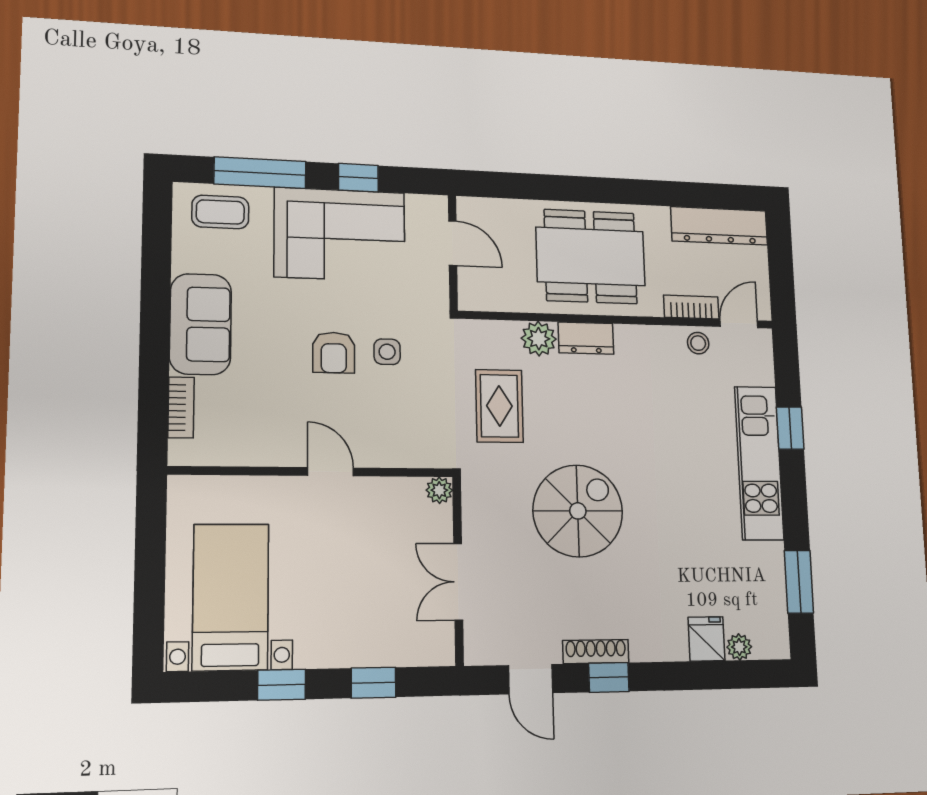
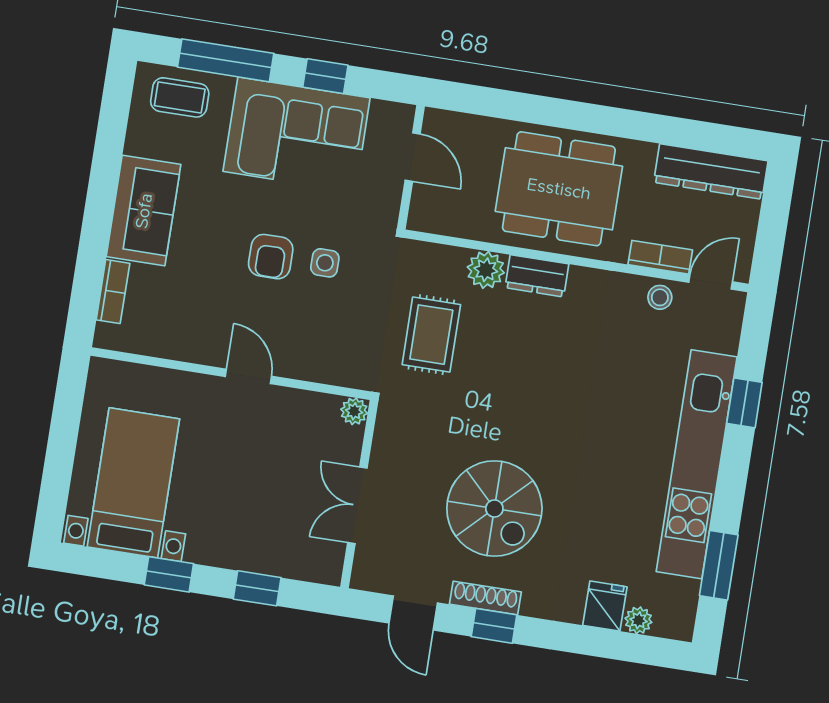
kitchen unit: (759, 463) -> (697, 464), width x1.36
spiral stairs: (578, 511) -> (494, 508), moved, turned 90

